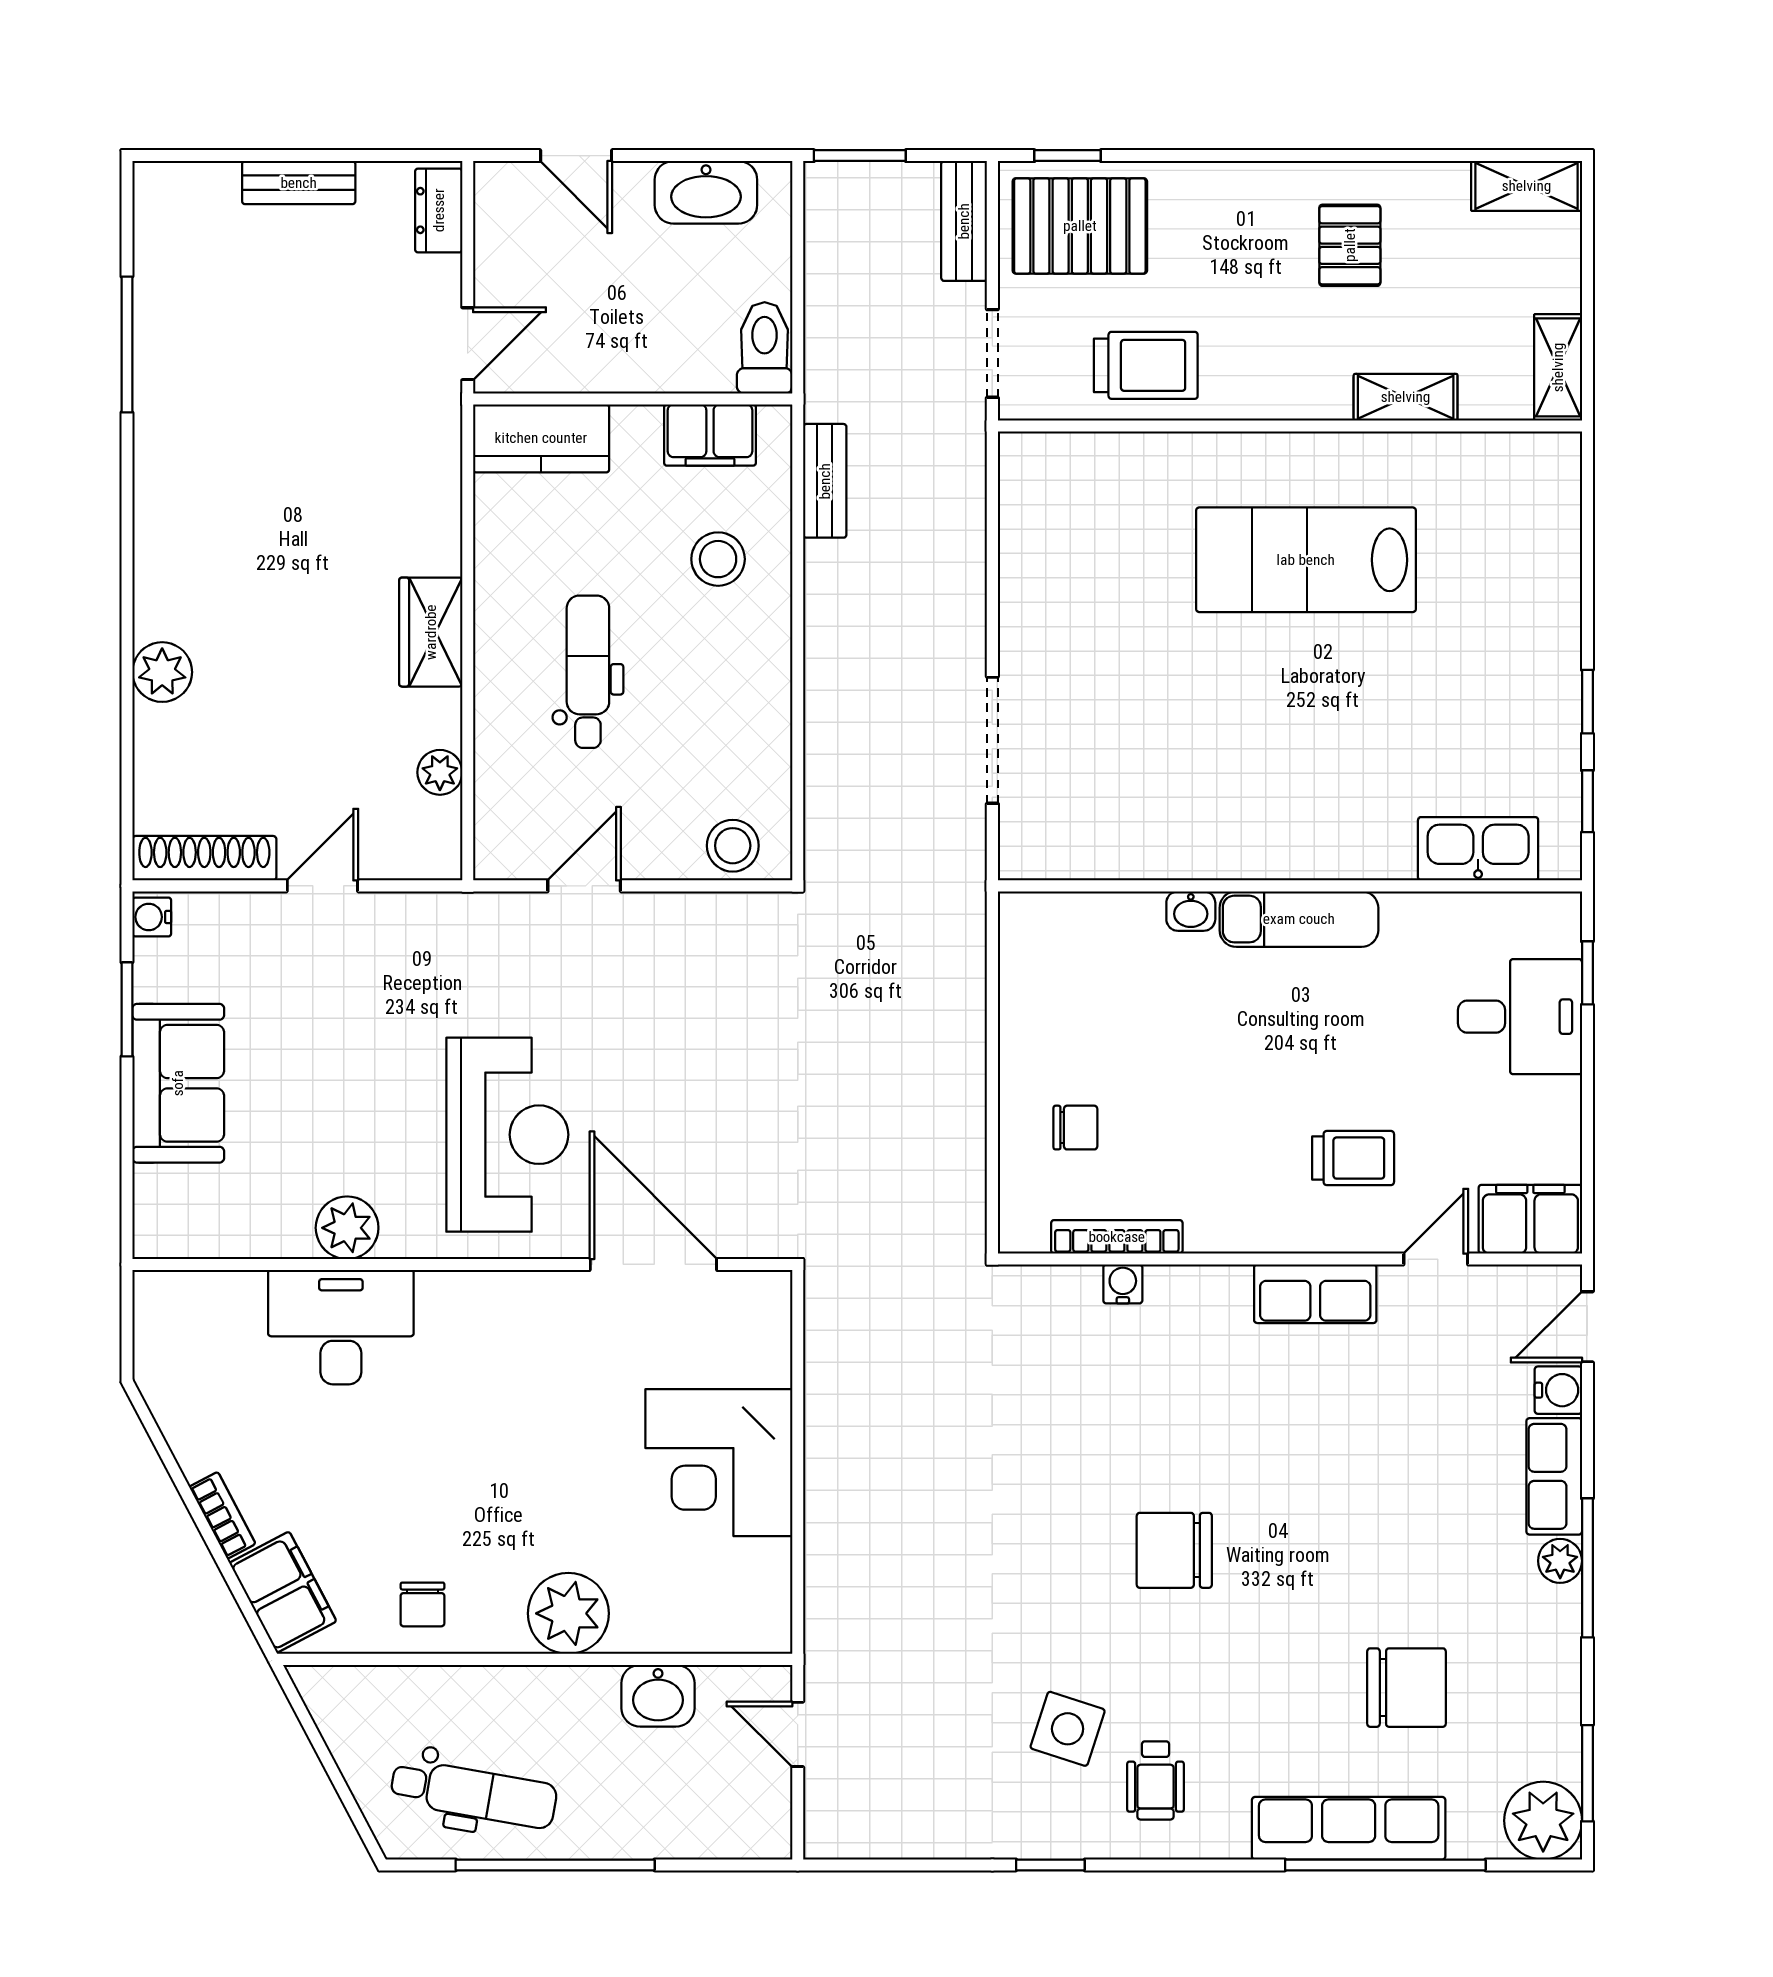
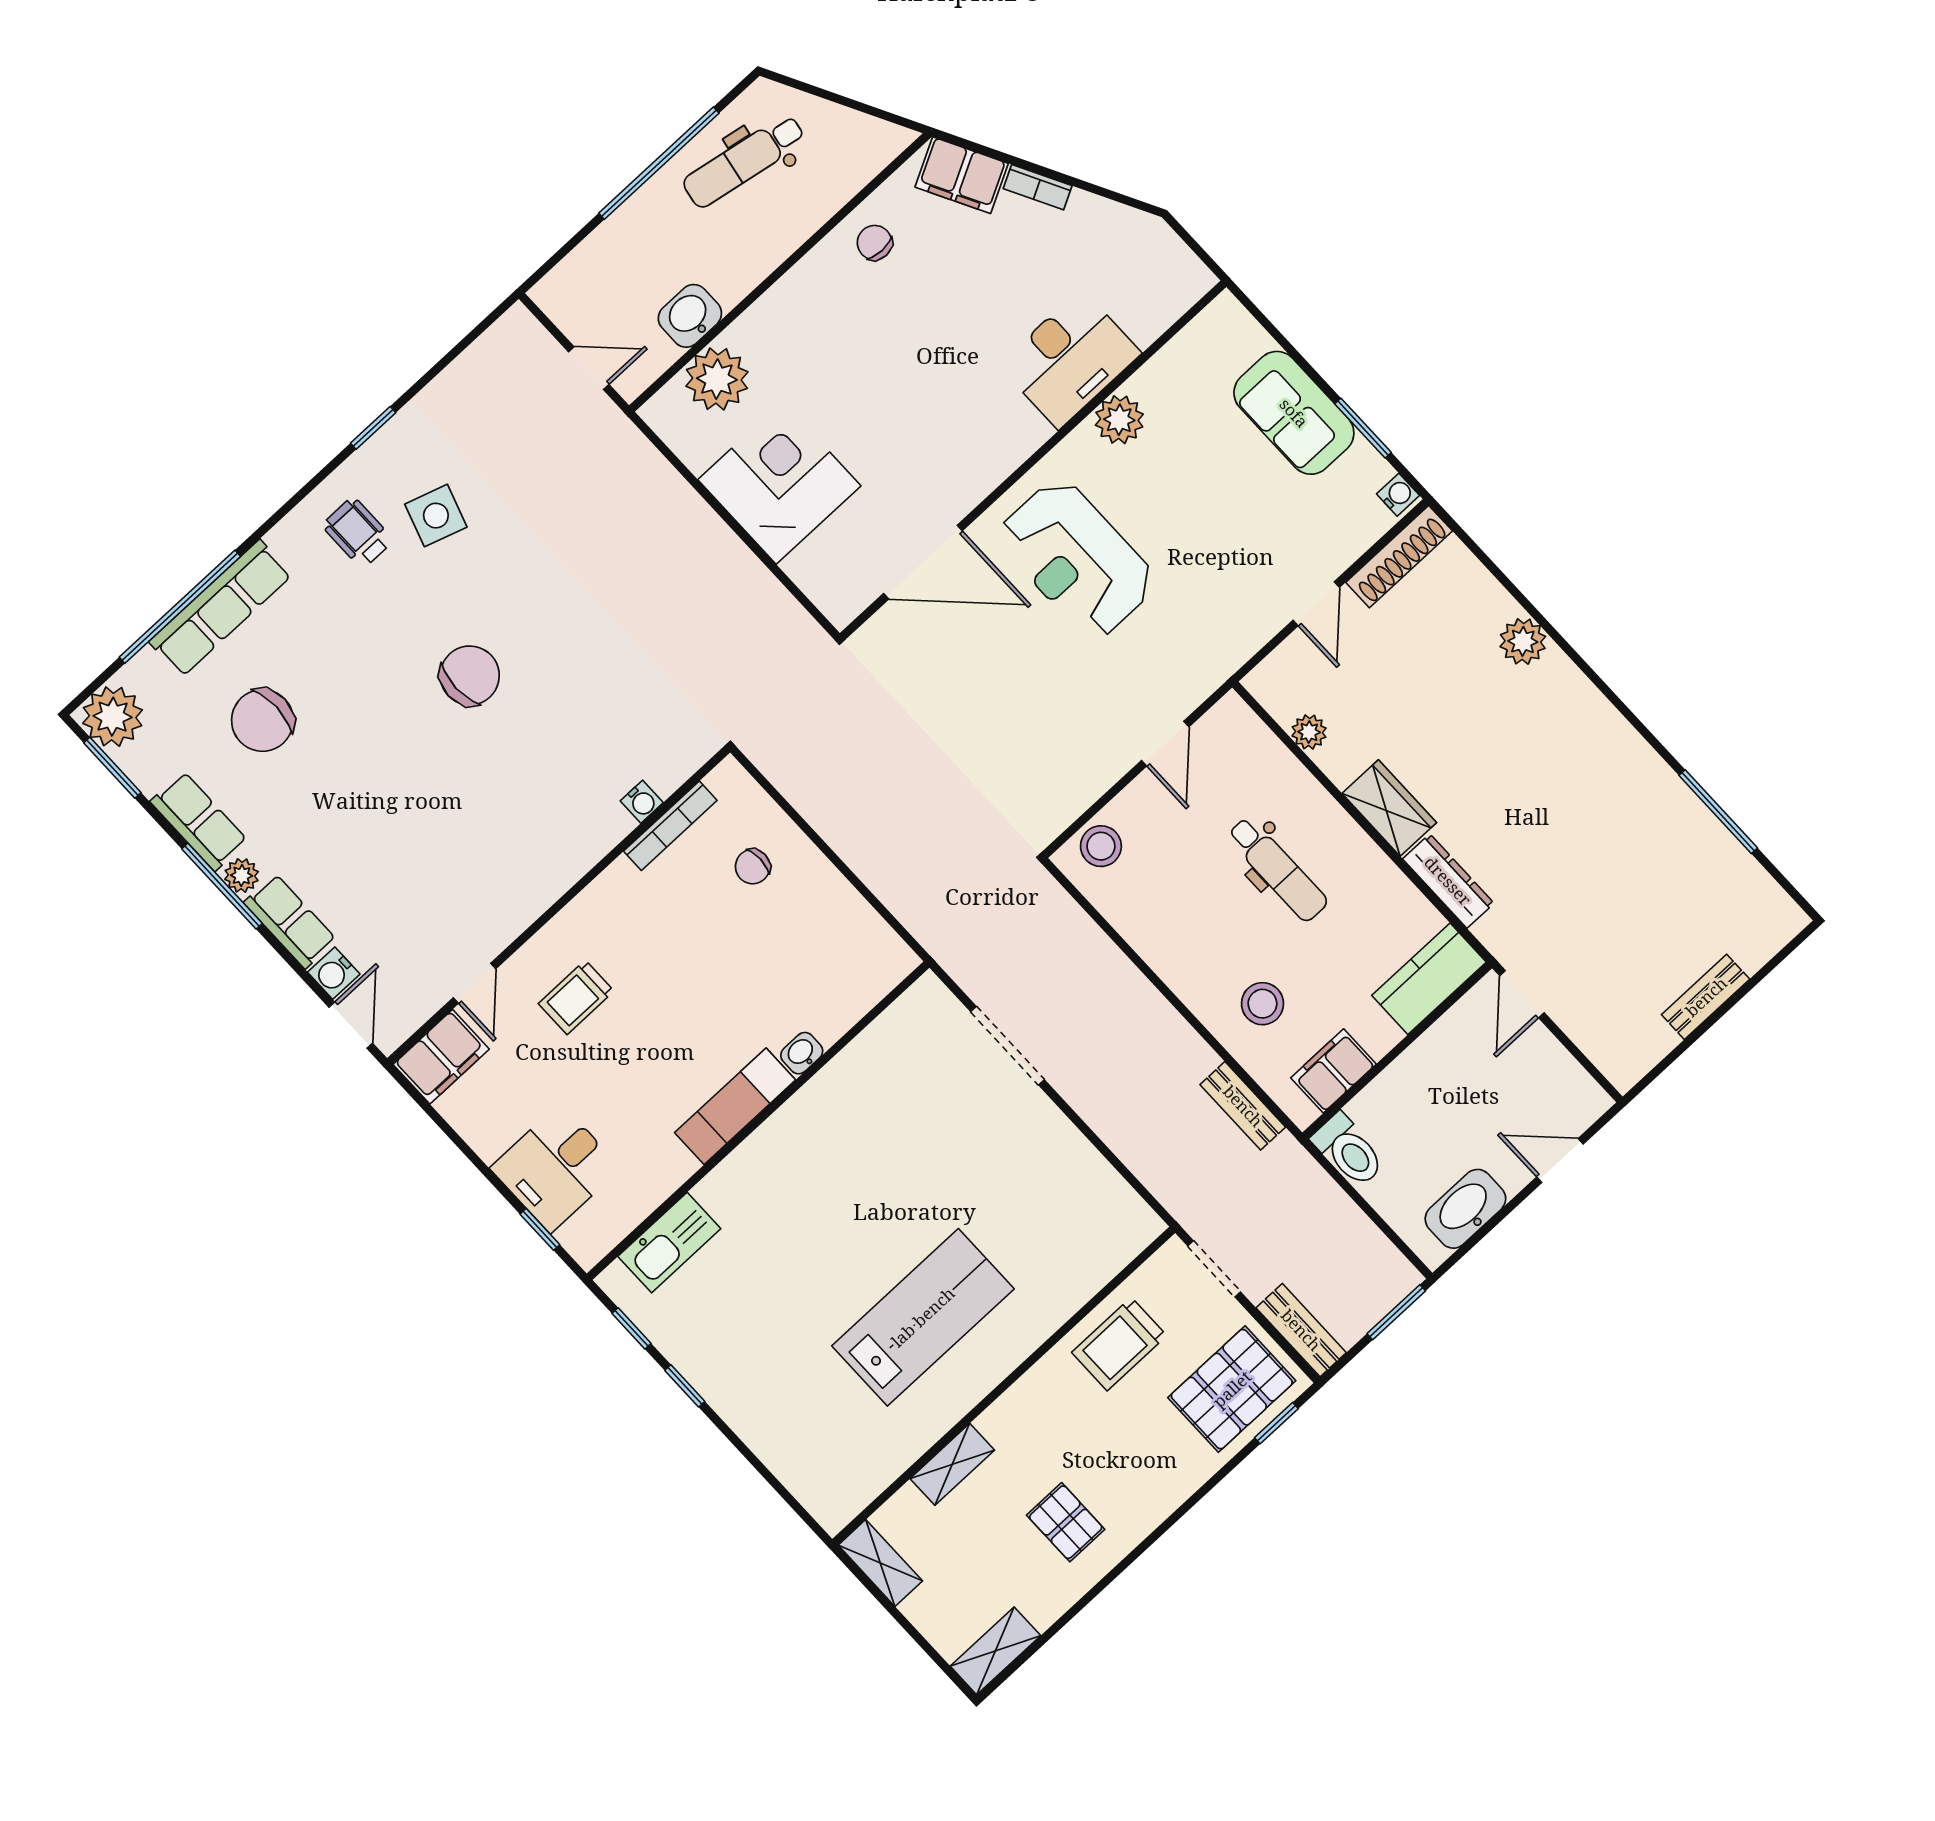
dresser: (439, 210) -> (1448, 881), moved, width x1.44
row of seats: (1315, 1294) -> (199, 821), moved, turned 90
plant: (568, 1613) -> (717, 379), moved

